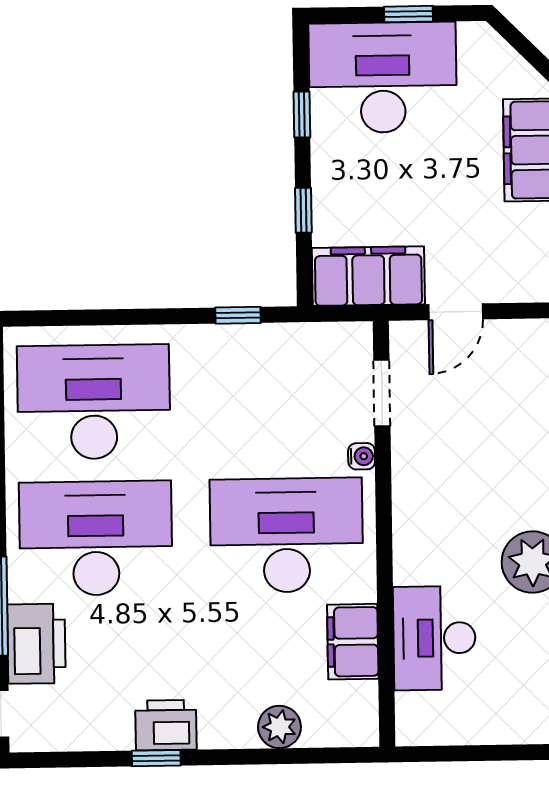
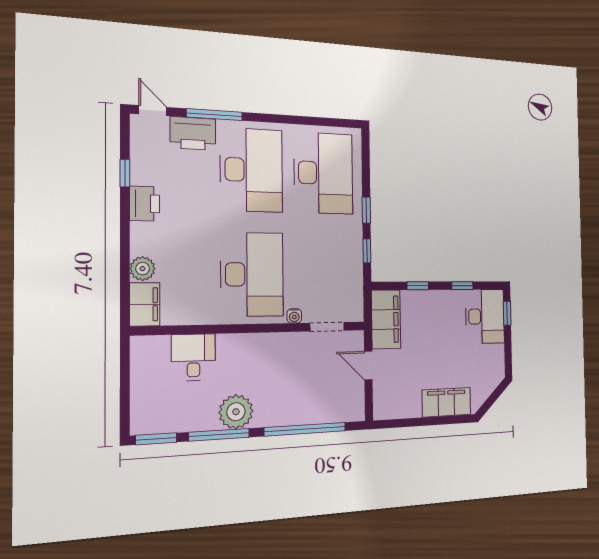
window: (408, 14) -> (507, 313), moved
desk: (383, 77) -> (485, 316), width x0.73, depth x0.77
window: (160, 316) -> (366, 210), added
desk: (434, 638) -> (193, 357), width x0.73
filing cabinet: (353, 642) -> (145, 304), moved, turned 90
window: (156, 758) -> (125, 173), moved

